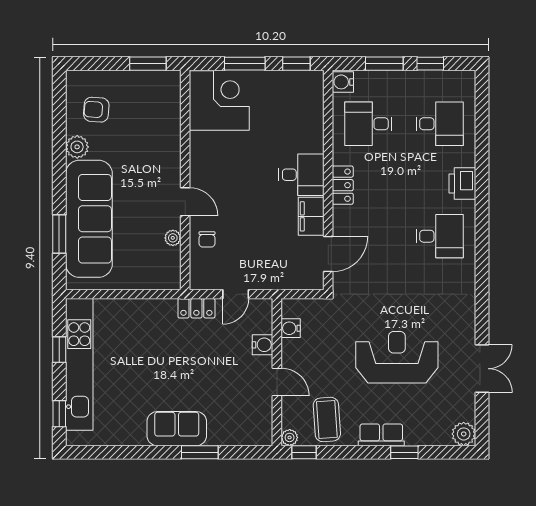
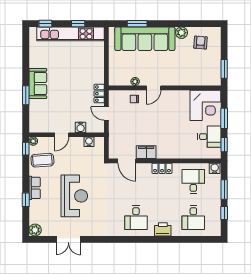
desk: (301, 175) -> (209, 137), moved, turned -90

